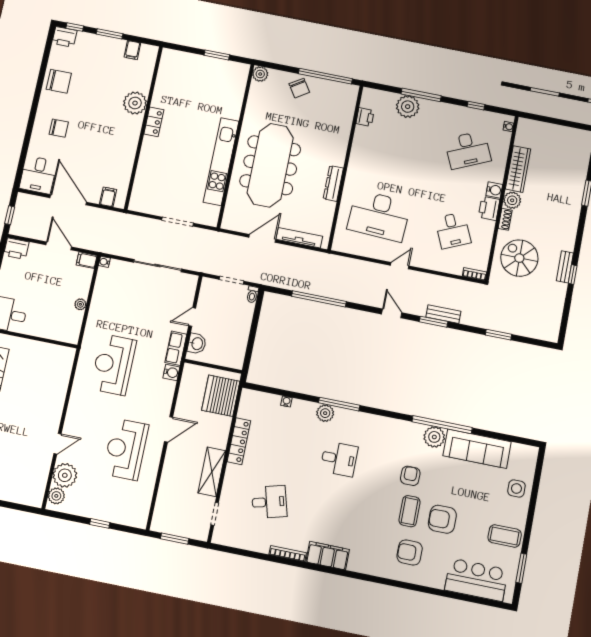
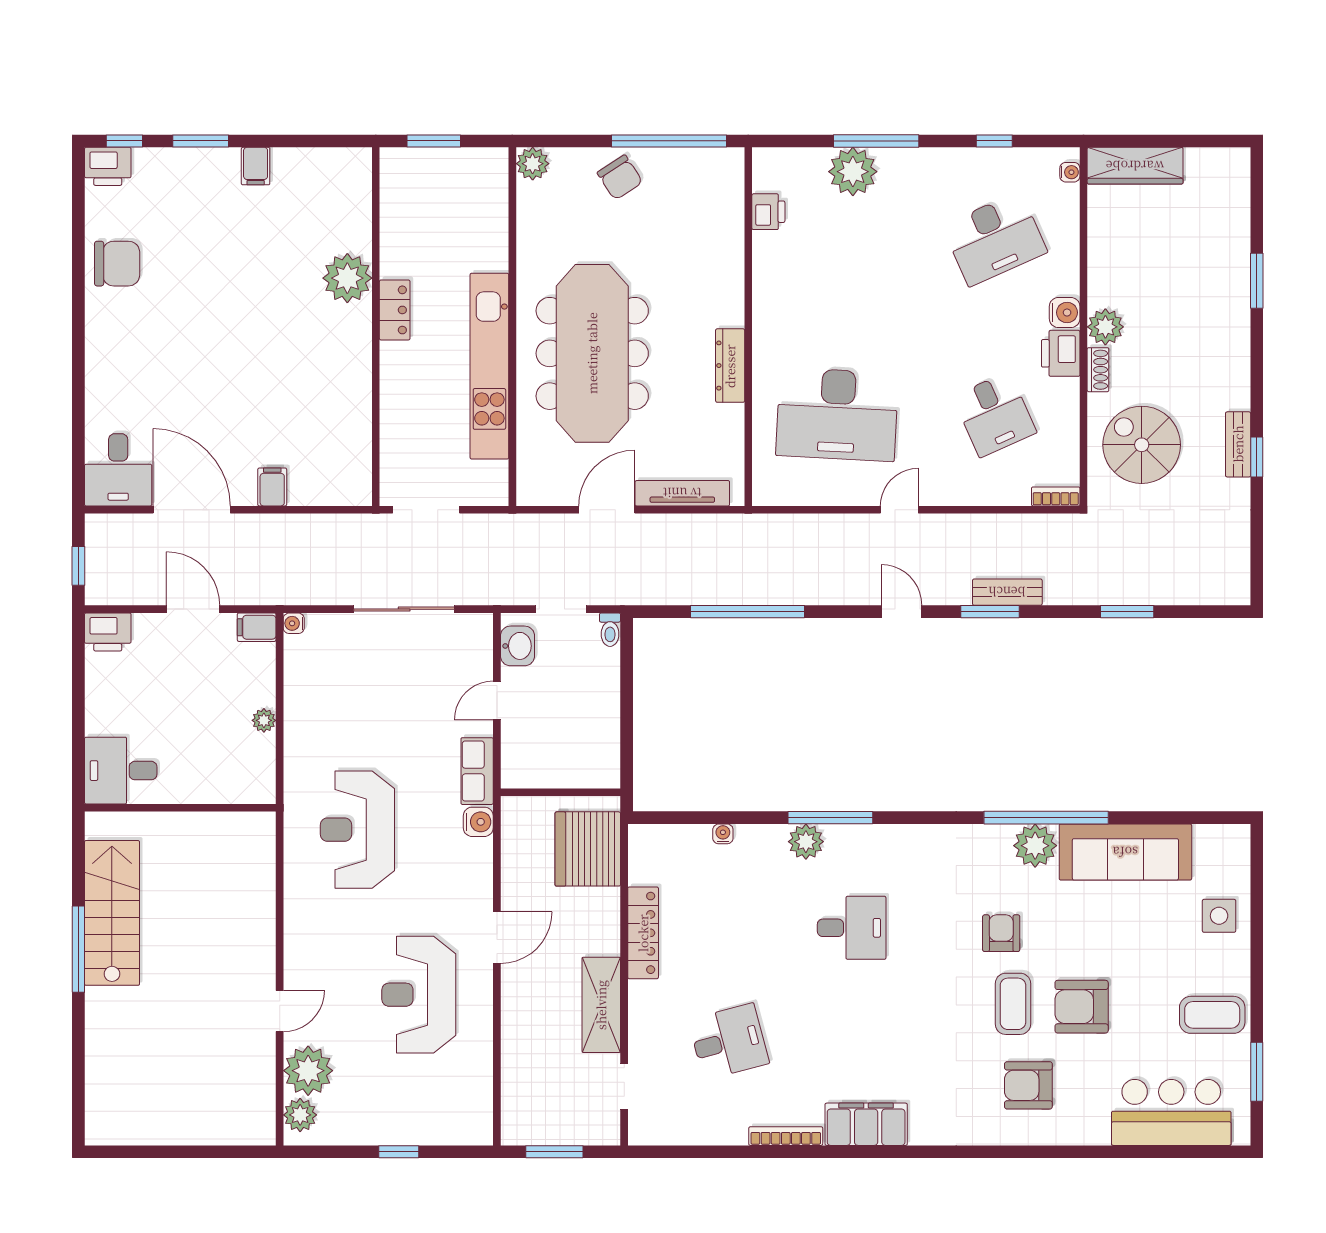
plant: (135, 103) -> (347, 278), moved
locker: (154, 122) -> (395, 310), moved
chair: (59, 128) -> (139, 363), removed
wall: (143, 128) -> (376, 327), moved
wardrobe: (518, 169) -> (1135, 166), moved, turned 90
washbasin: (197, 344) -> (517, 646), moved

